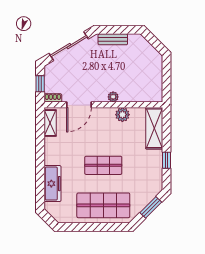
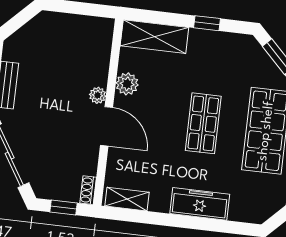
door: (79, 105) -> (107, 126), moved
freezer: (52, 184) -> (200, 204), moved

